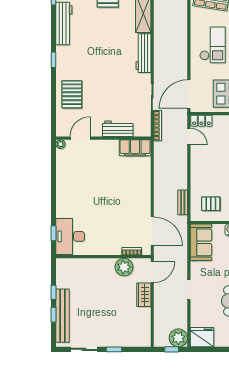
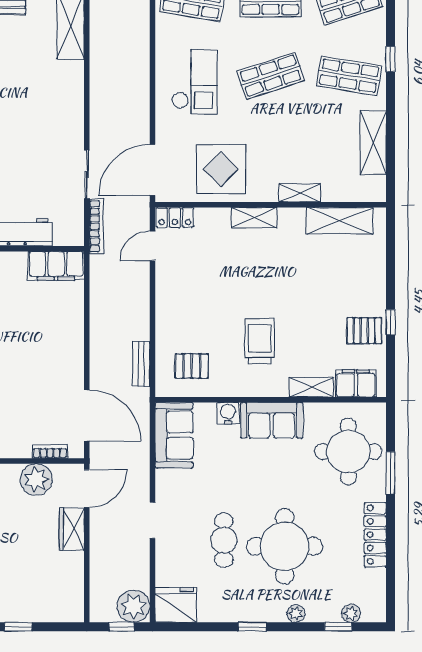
workbench: (143, 53) -> (71, 96), removed
door: (189, 137) -> (152, 246), swing flipped

